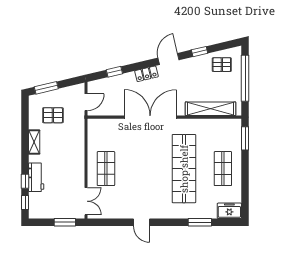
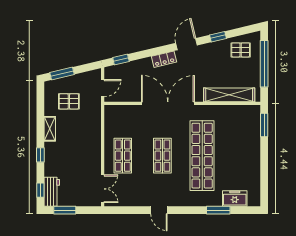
window: (114, 72) -> (121, 60), moved
shop shelf: (223, 169) -> (162, 156), moved
workbench: (36, 177) -> (52, 192), moved
window: (25, 181) -> (40, 155), moved
freezer: (229, 211) -> (235, 199), moved
window: (65, 222) -> (65, 210), moved

